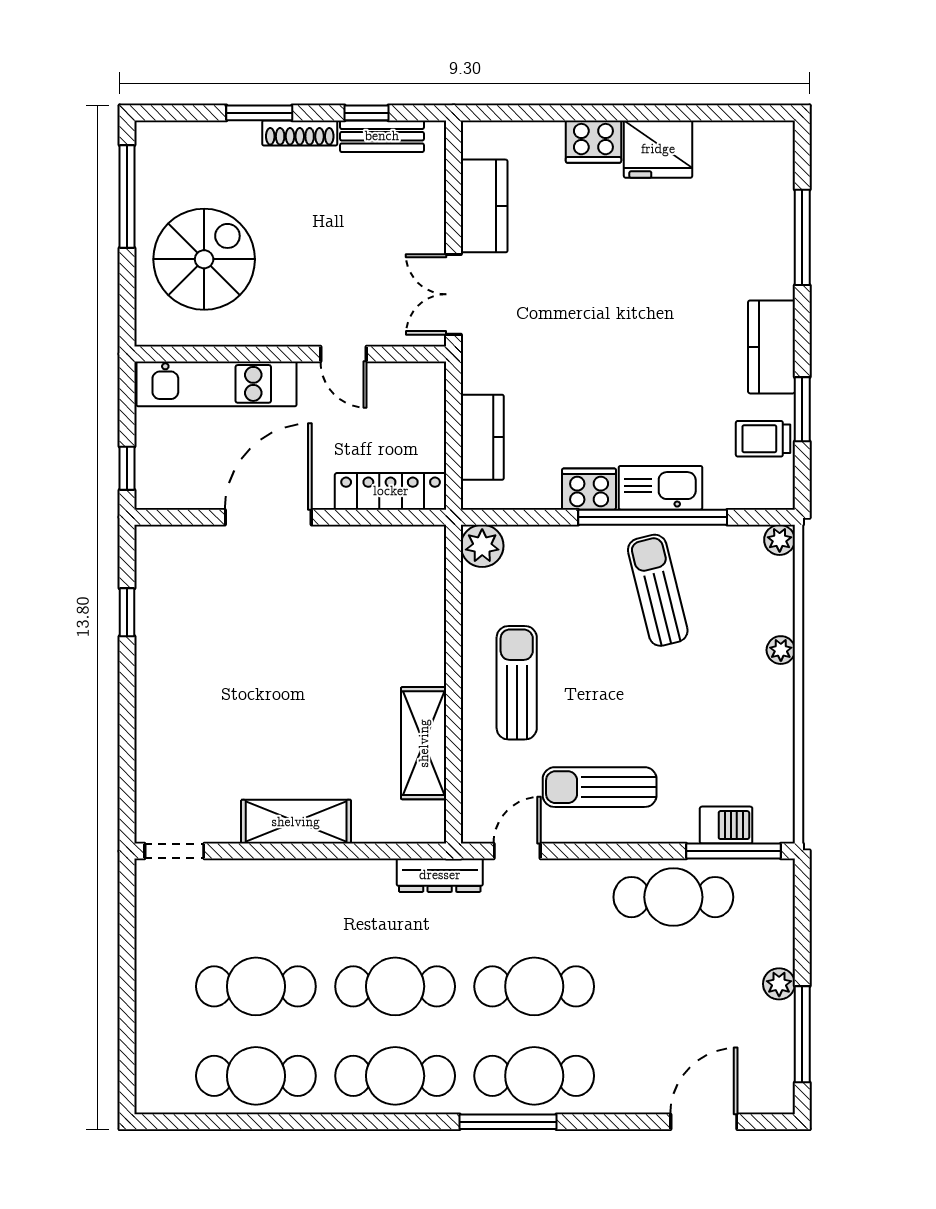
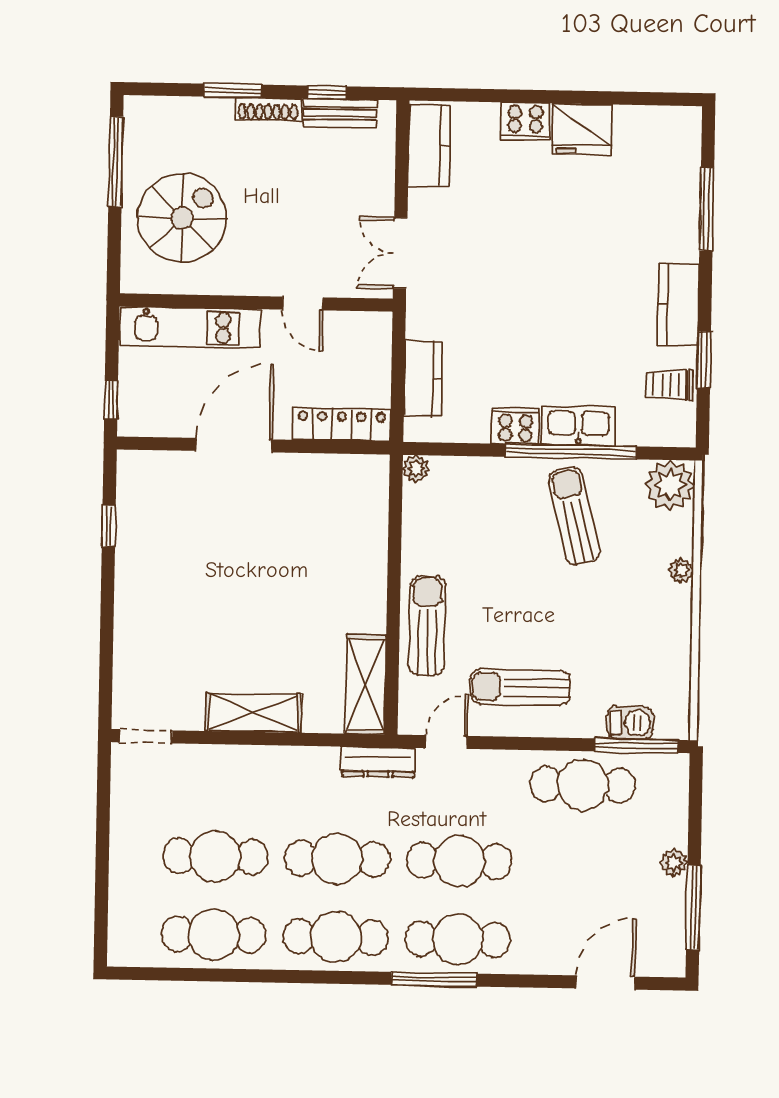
kitchen counter: (484, 206) -> (429, 146), moved
plant: (780, 540) -> (670, 485), width x1.87, depth x1.87
plant: (482, 546) -> (416, 469), width x0.73, depth x0.73
sun lounger: (517, 683) -> (427, 626), moved
shelving: (424, 743) -> (366, 684), moved

